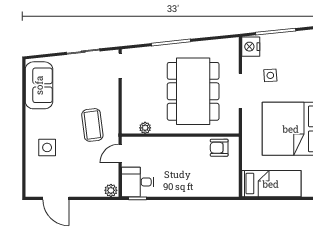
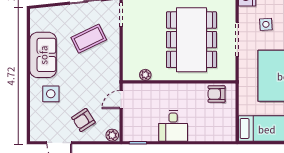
sofa: (39, 85) -> (43, 55), moved
coffee table: (92, 125) -> (89, 39), moved, turned 71
armchair: (81, 175) -> (83, 120), added
desk: (138, 182) -> (173, 126), moved, turned -90

